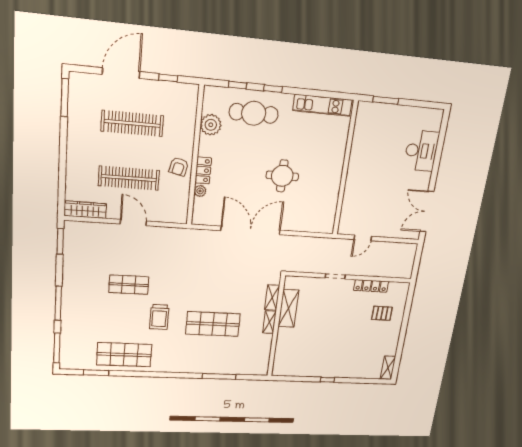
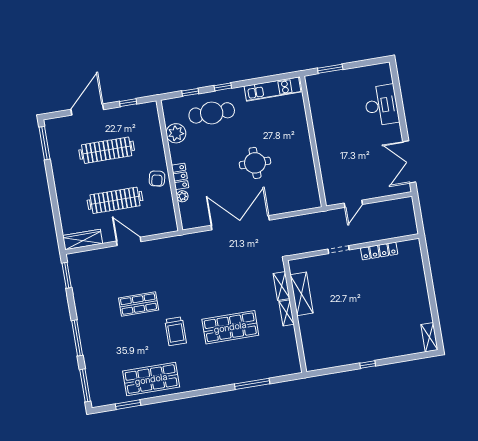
pallet: (382, 313) -> (401, 278), removed

